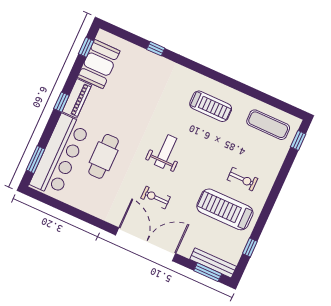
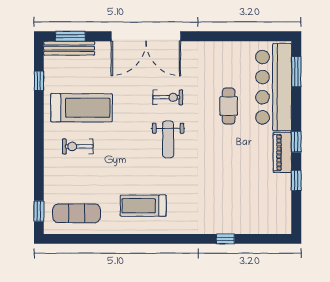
window: (86, 47) -> (296, 180), moved
booth: (99, 64) -> (276, 197), removed
cafe table: (104, 156) -> (229, 106), width x0.73, depth x0.74
exercise bike: (156, 198) -> (168, 97), moved

